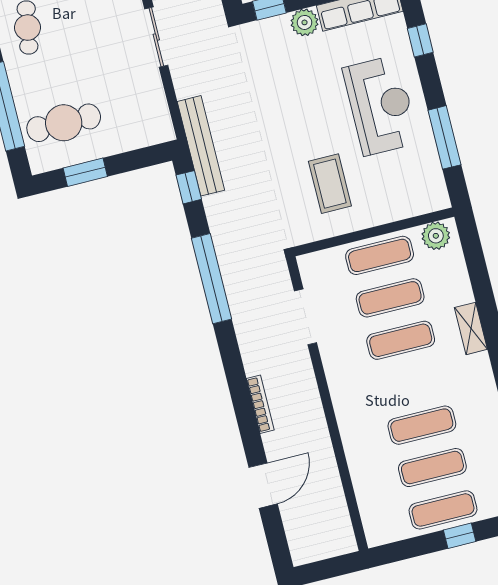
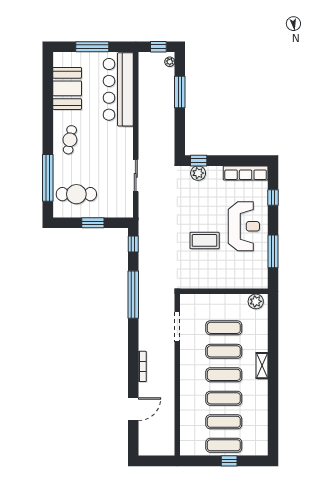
plant: (305, 22) -> (198, 173), moved
sliding door: (156, 37) -> (136, 175), moved
bench: (201, 146) -> (145, 224), removed
window: (85, 172) -> (93, 223), moved
coffee table: (330, 184) -> (205, 240), moved, turned 90
exercise mat: (380, 255) -> (224, 375), moved
shelving: (471, 328) -> (262, 366), moved

